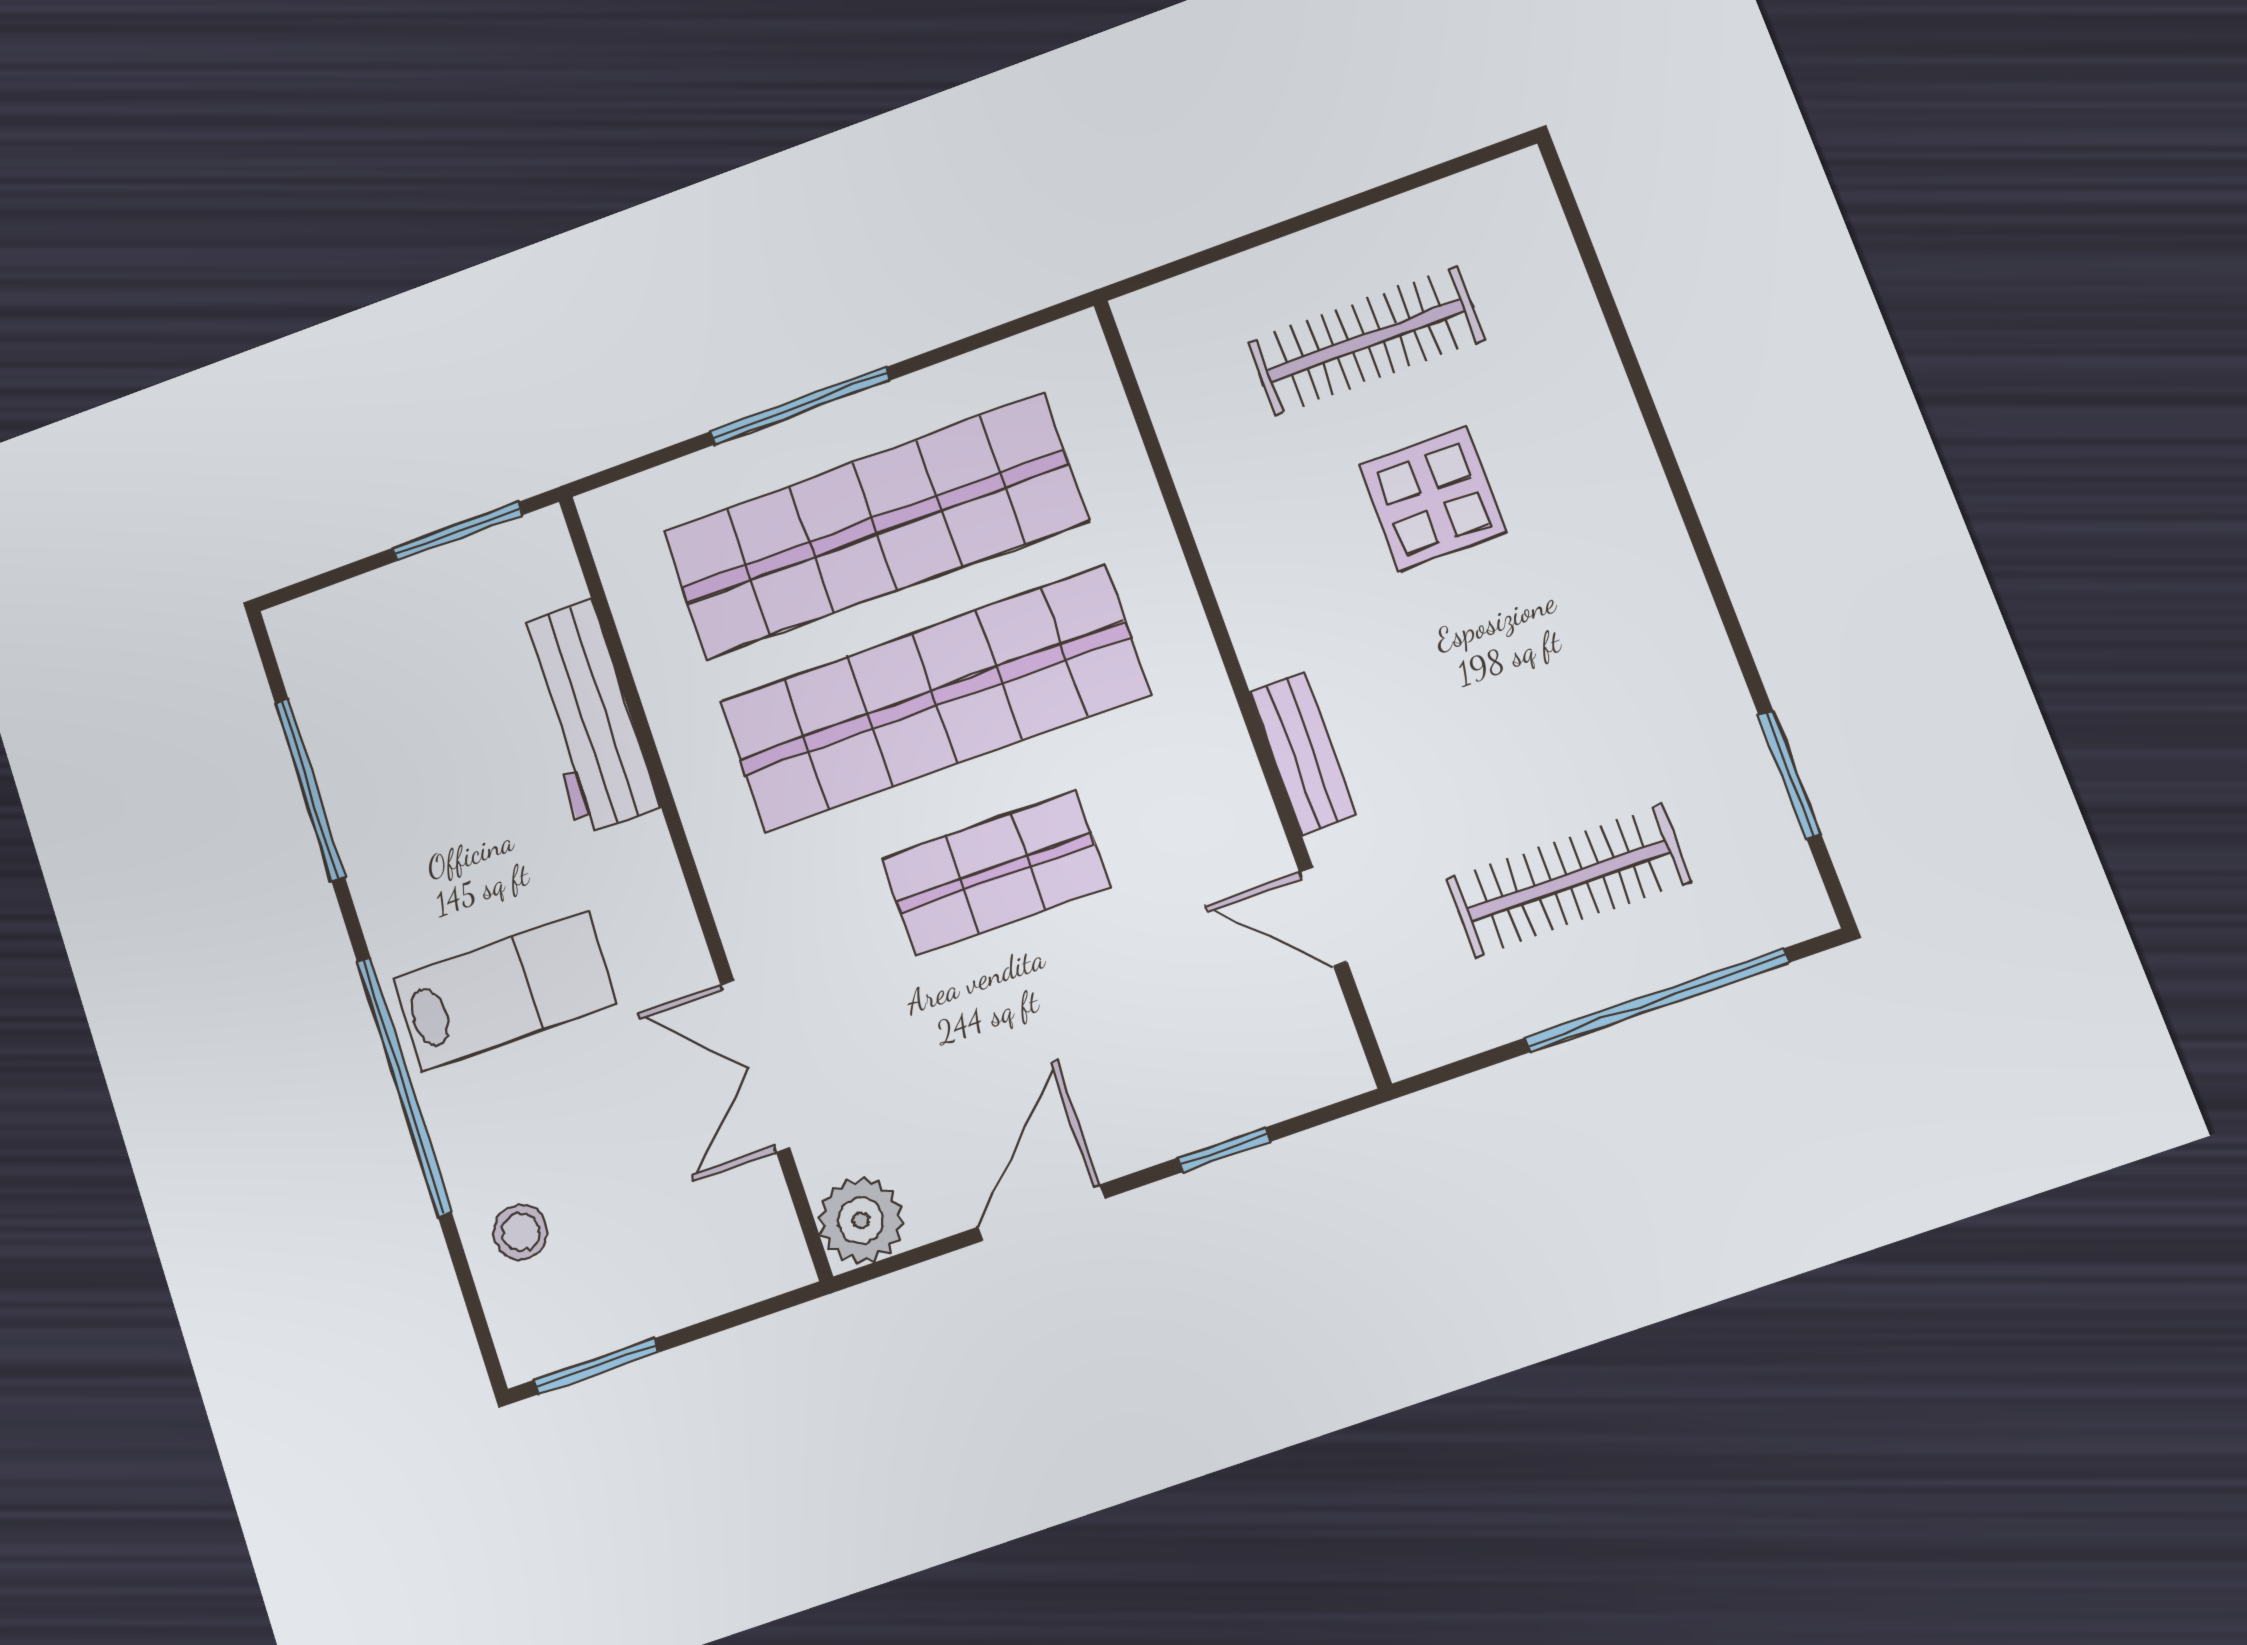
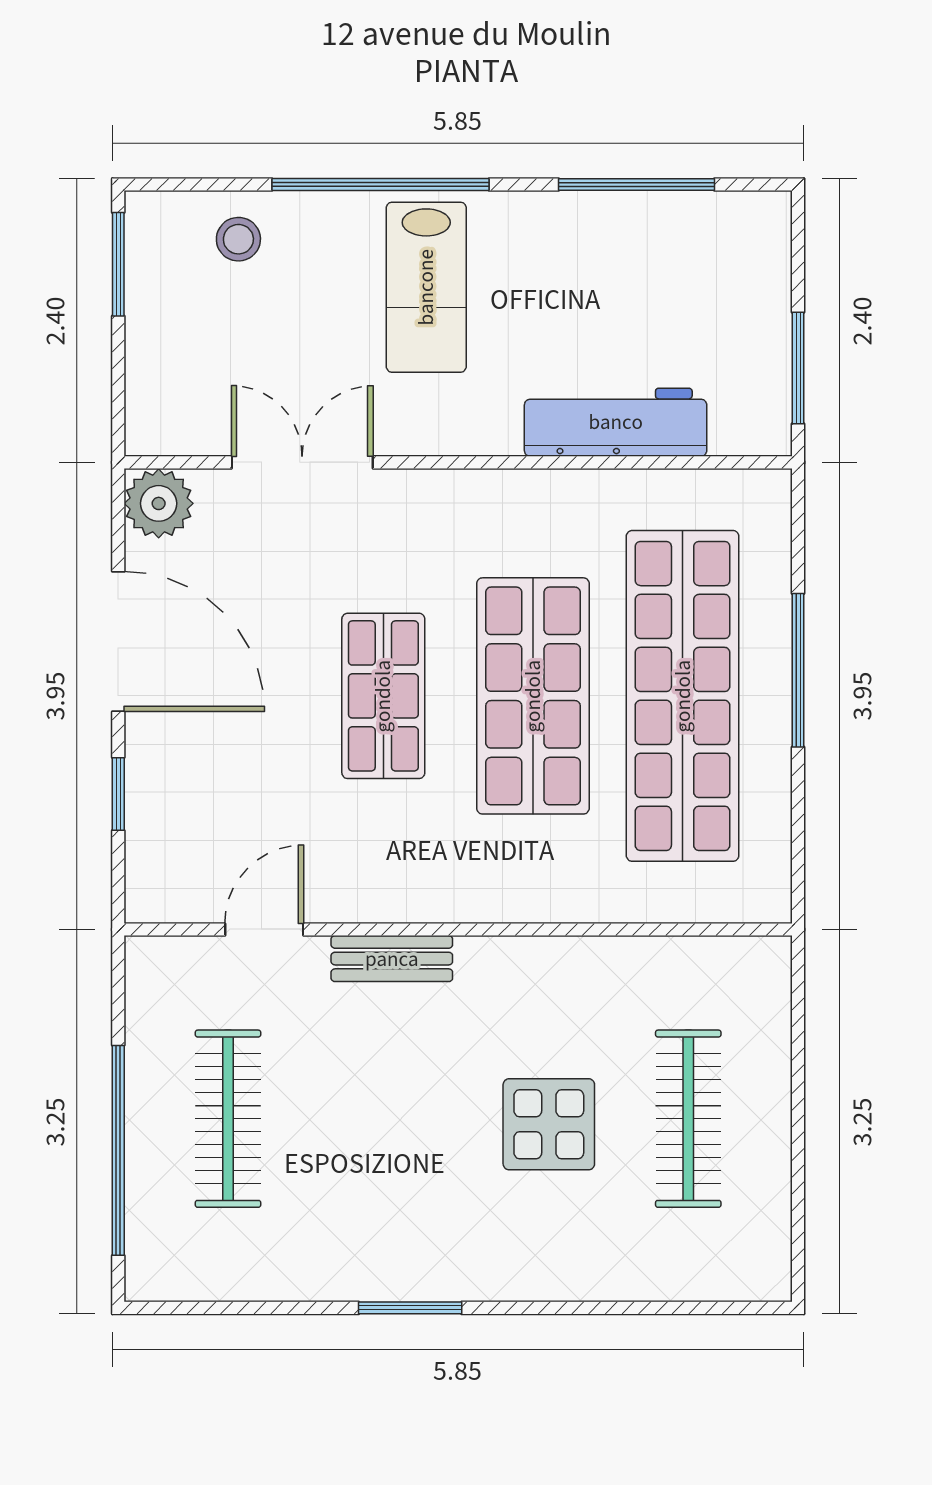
shop shelf: (935, 698) -> (533, 696), width x0.71
window: (1790, 775) -> (410, 1308), moved
door: (1041, 1213) -> (118, 641), width x1.36

